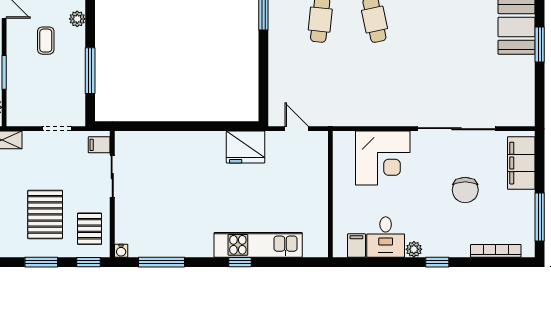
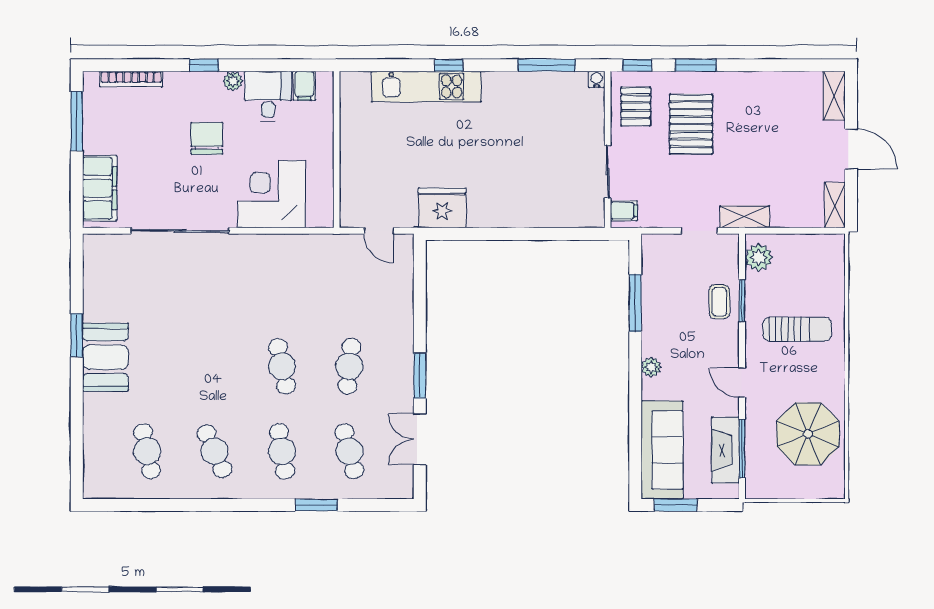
coffee table: (46, 41) -> (719, 302), moved
doorway: (57, 129) -> (699, 231), moved
chair: (465, 190) -> (207, 138), moved

